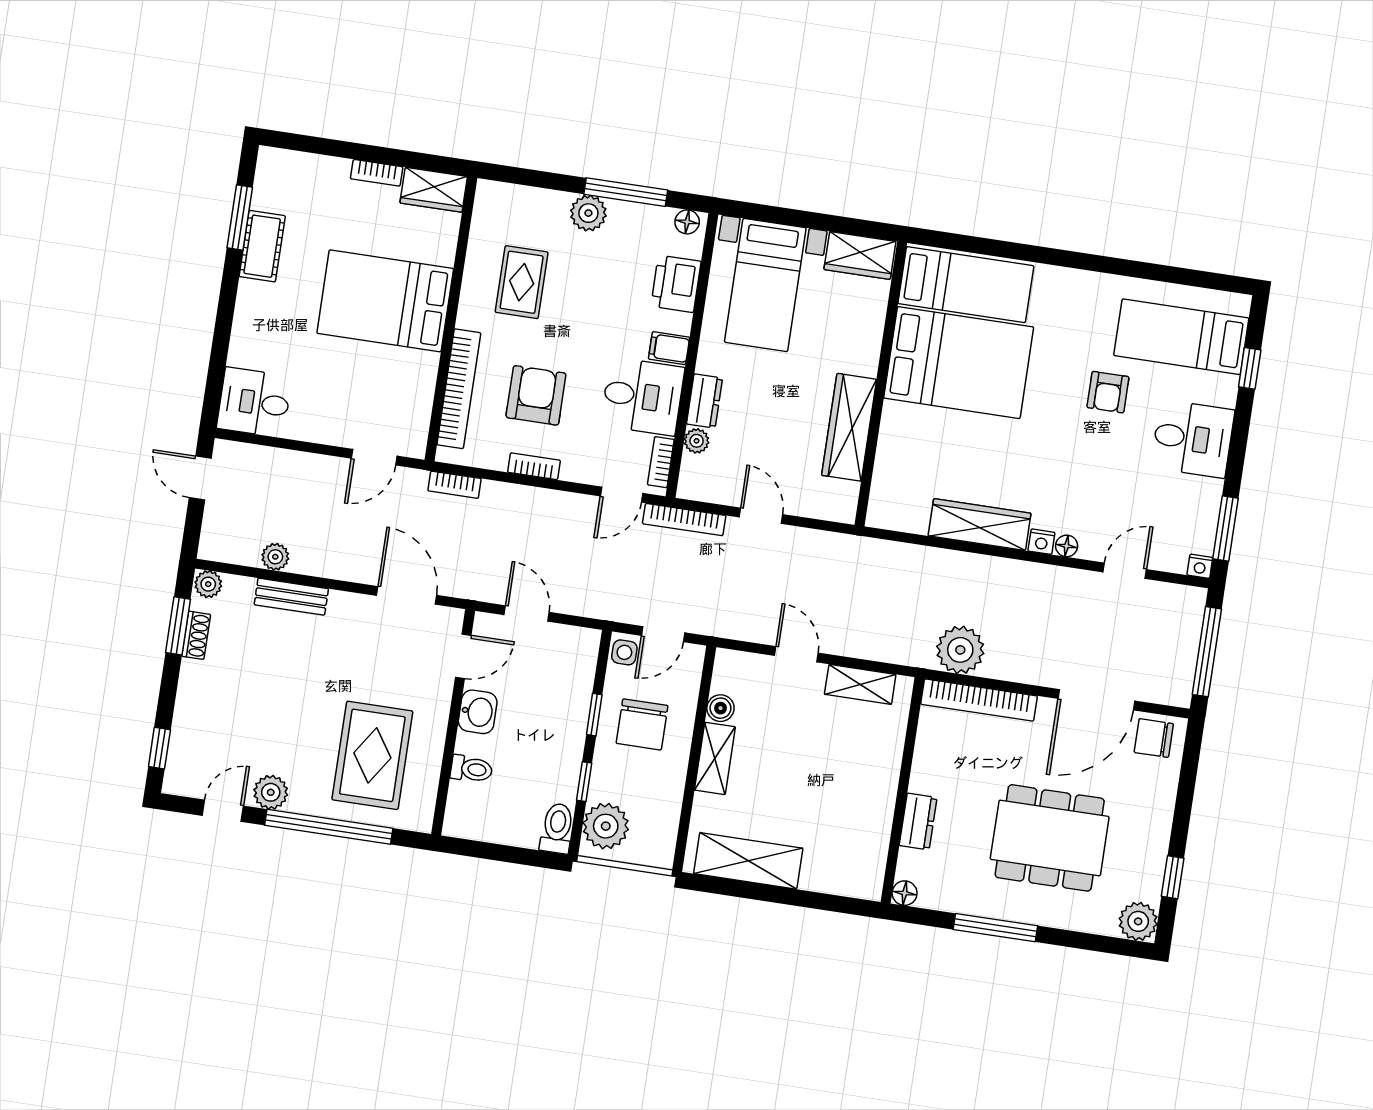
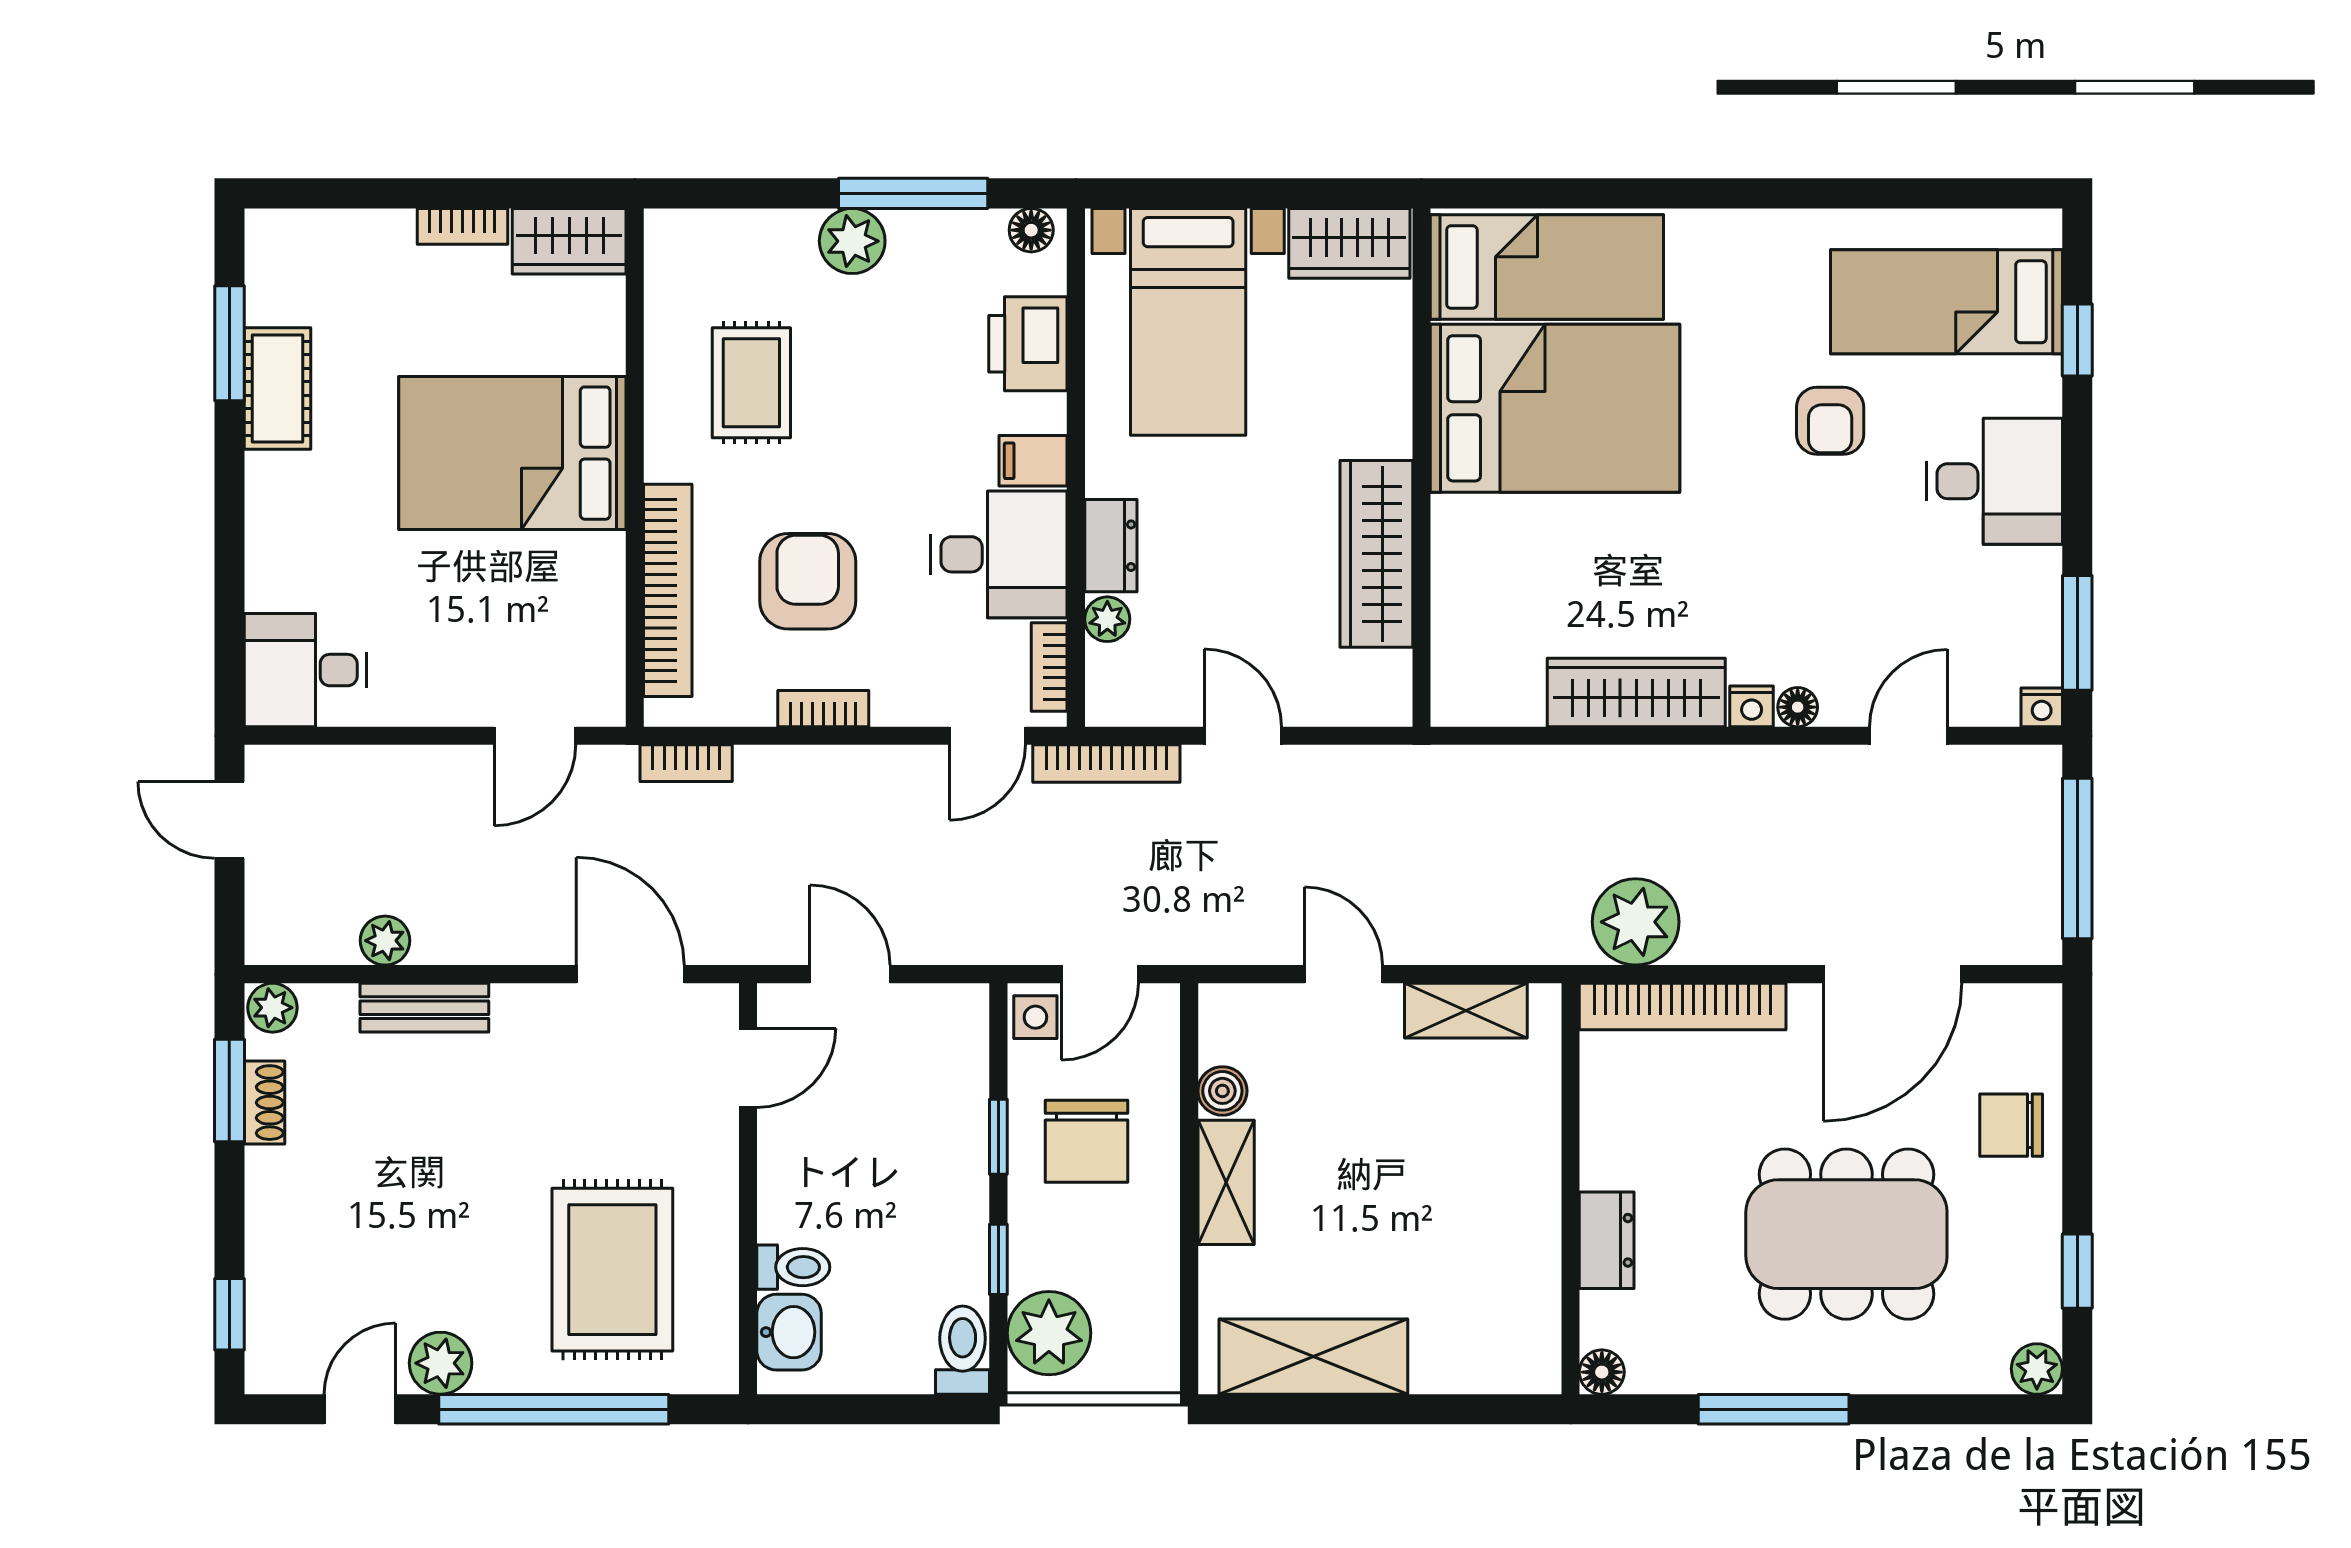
washbasin: (478, 712) -> (789, 1332), moved
chair: (1154, 738) -> (2011, 1125), moved
plant: (1138, 921) -> (2037, 1369), width x0.73, depth x0.73

